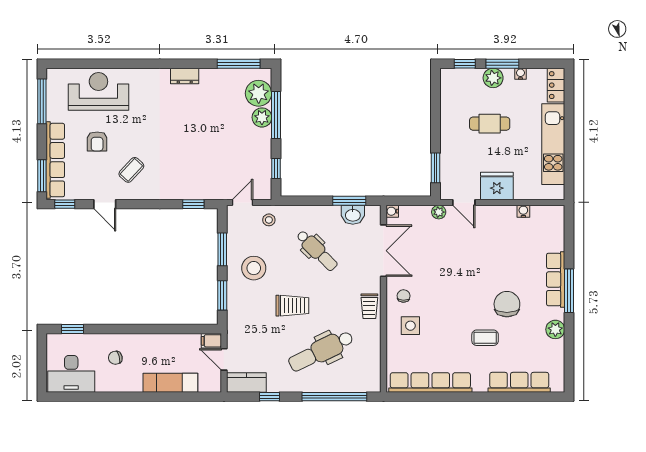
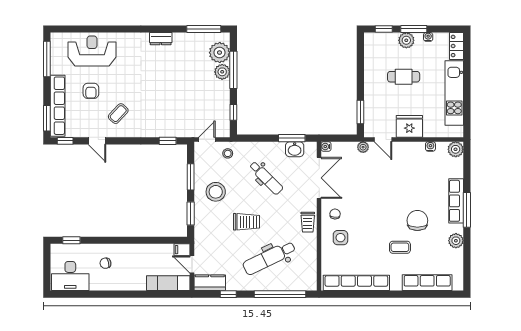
plant: (555, 215) -> (456, 149), added
exam couch: (170, 383) -> (168, 283), moved

